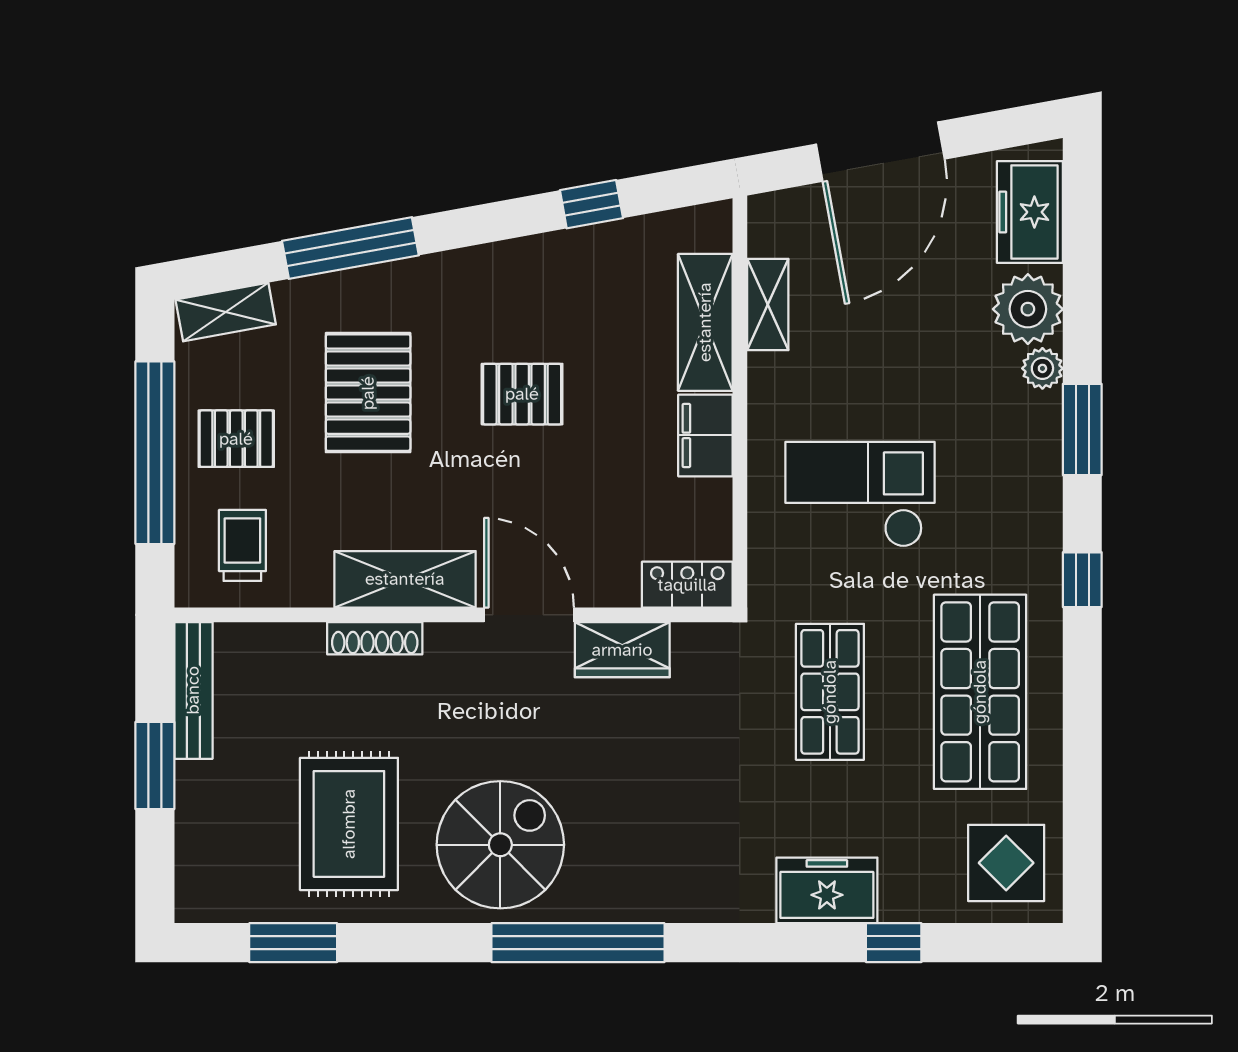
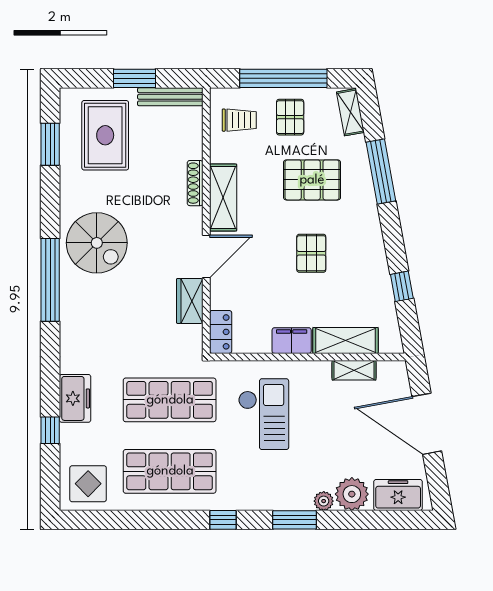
shop shelf: (830, 692) -> (170, 400), width x1.43, depth x1.36
rug: (349, 824) -> (105, 135), moved, turned 90

